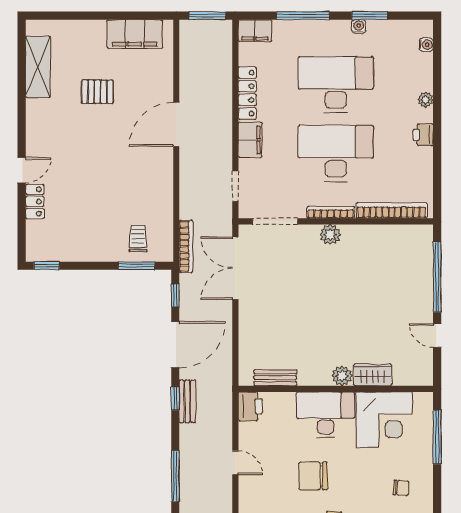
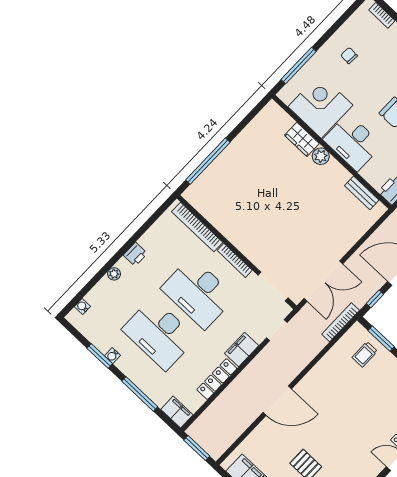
plant: (330, 235) -> (248, 247), removed
door: (437, 336) -> (241, 126), removed

